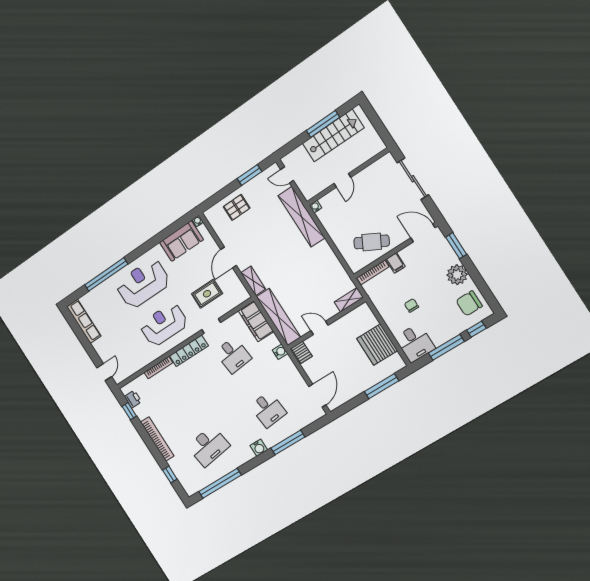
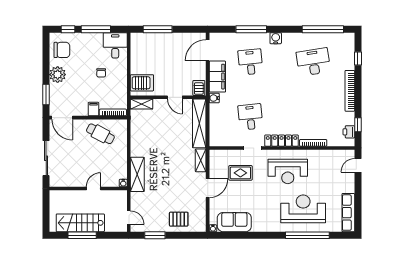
shelving: (302, 217) -> (137, 174), width x0.68
reception desk: (143, 284) -> (303, 209), moved, turned 180
filing cabinet: (256, 321) -> (217, 77), moved
server rack: (377, 345) -> (142, 83), moved, width x0.62

